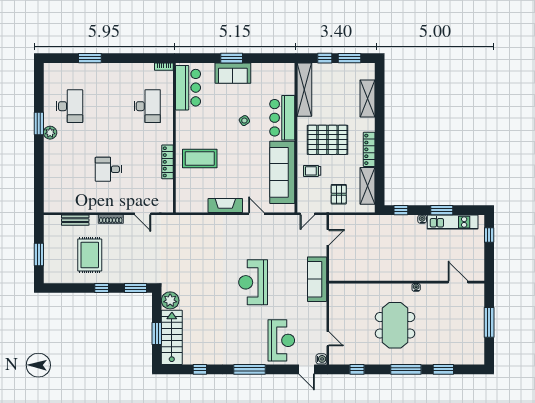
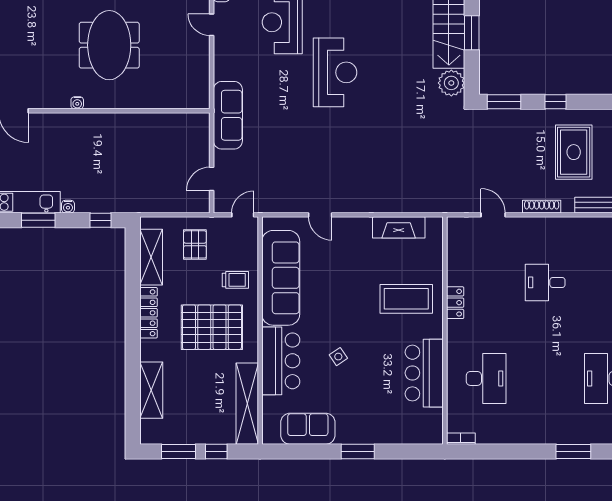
sofa: (233, 73) -> (308, 429), moved
bar counter: (188, 88) -> (424, 373), moved
desk: (147, 106) -> (486, 378), turned 180
locker: (168, 162) -> (455, 303), width x0.66
desk: (108, 169) -> (545, 282), turned 180
fireplace: (225, 206) -> (399, 227), moved
reception desk: (253, 282) -> (335, 72), moved

